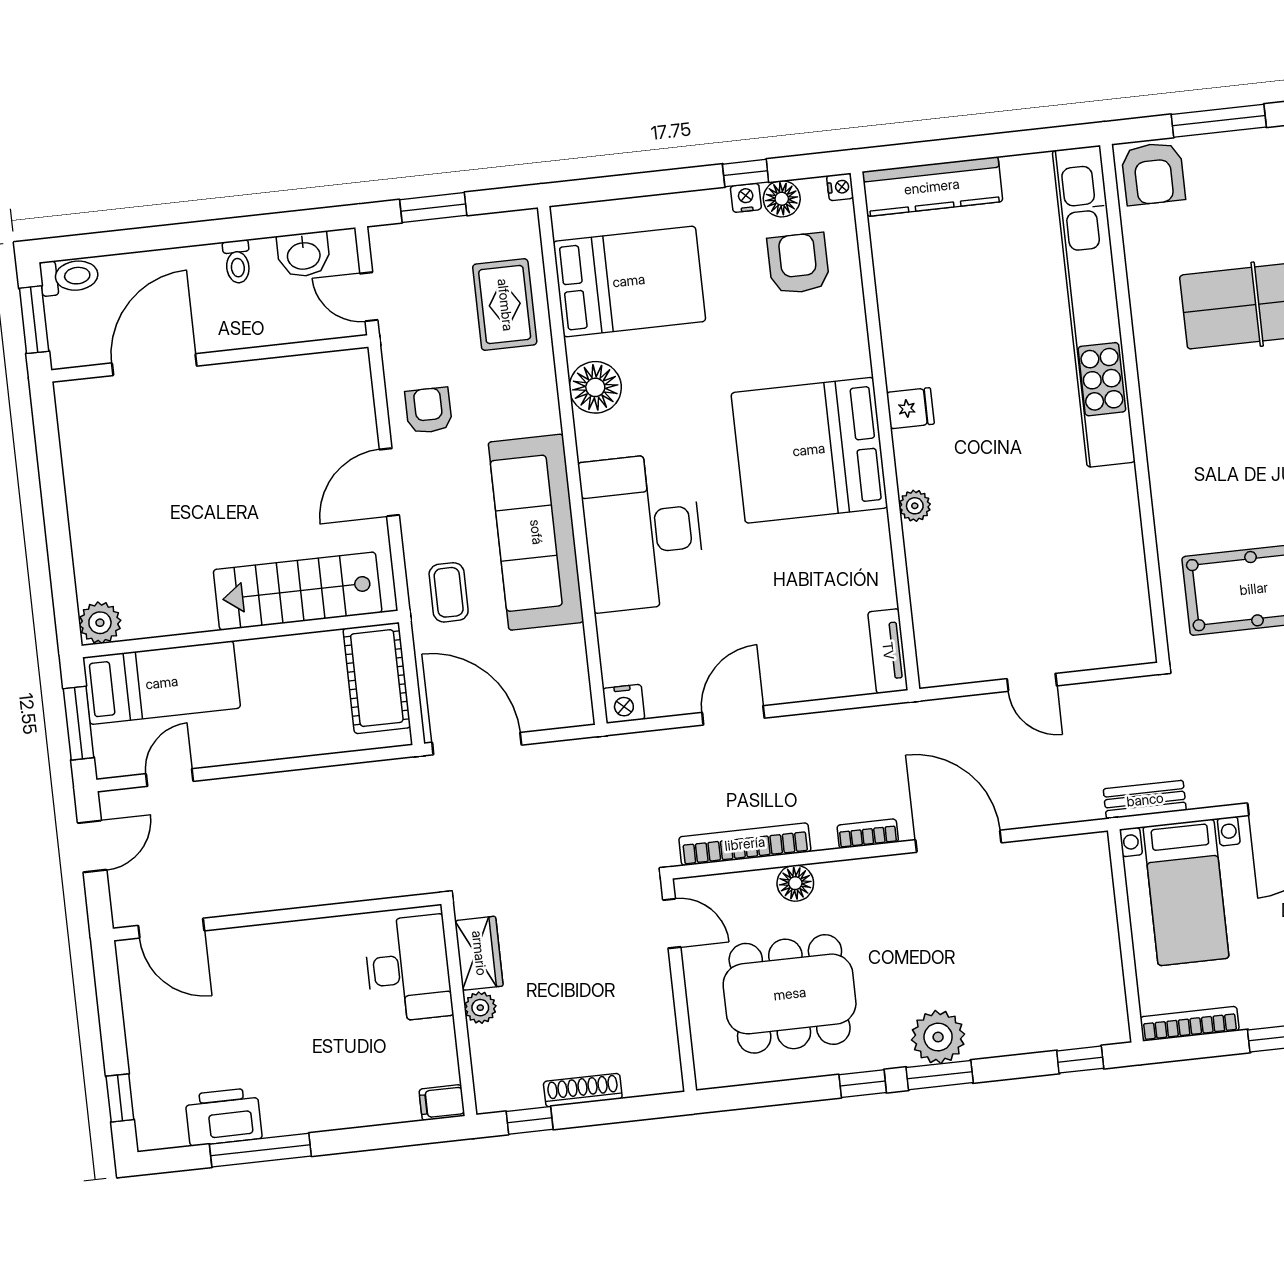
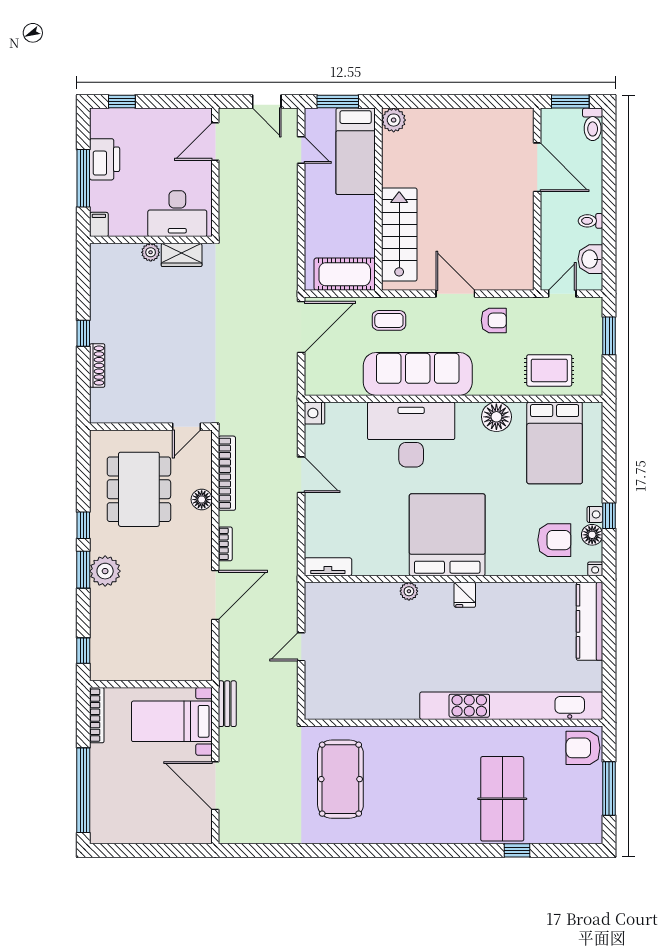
wardrobe: (479, 953) -> (182, 255), moved
desk: (408, 969) -> (177, 214), moved
plant: (480, 1008) -> (151, 252), moved
wall: (459, 1009) -> (151, 240), moved
filing cabinet: (442, 1103) -> (99, 224), moved

